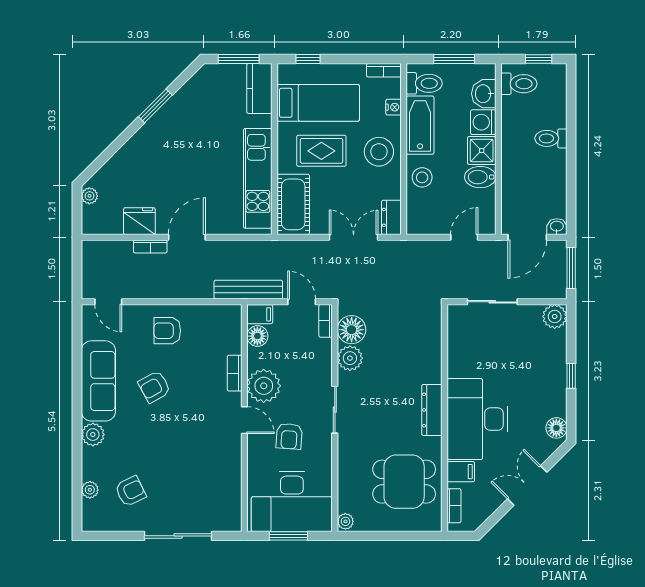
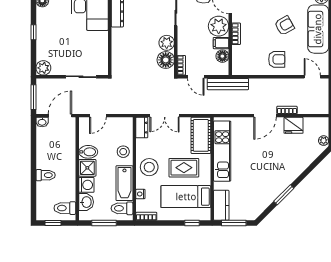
filing cabinet: (260, 314) -> (221, 43), moved

